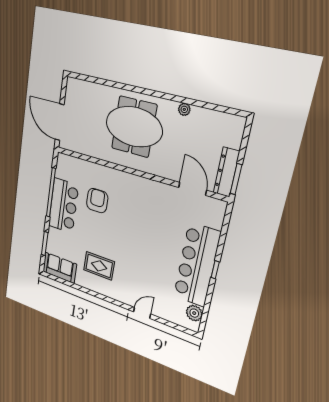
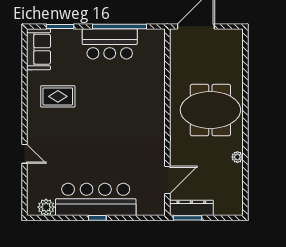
meeting table: (134, 127) -> (210, 110), turned 90
armchair: (97, 201) -> (127, 83), removed
rug: (99, 266) -> (58, 96), turned 90

